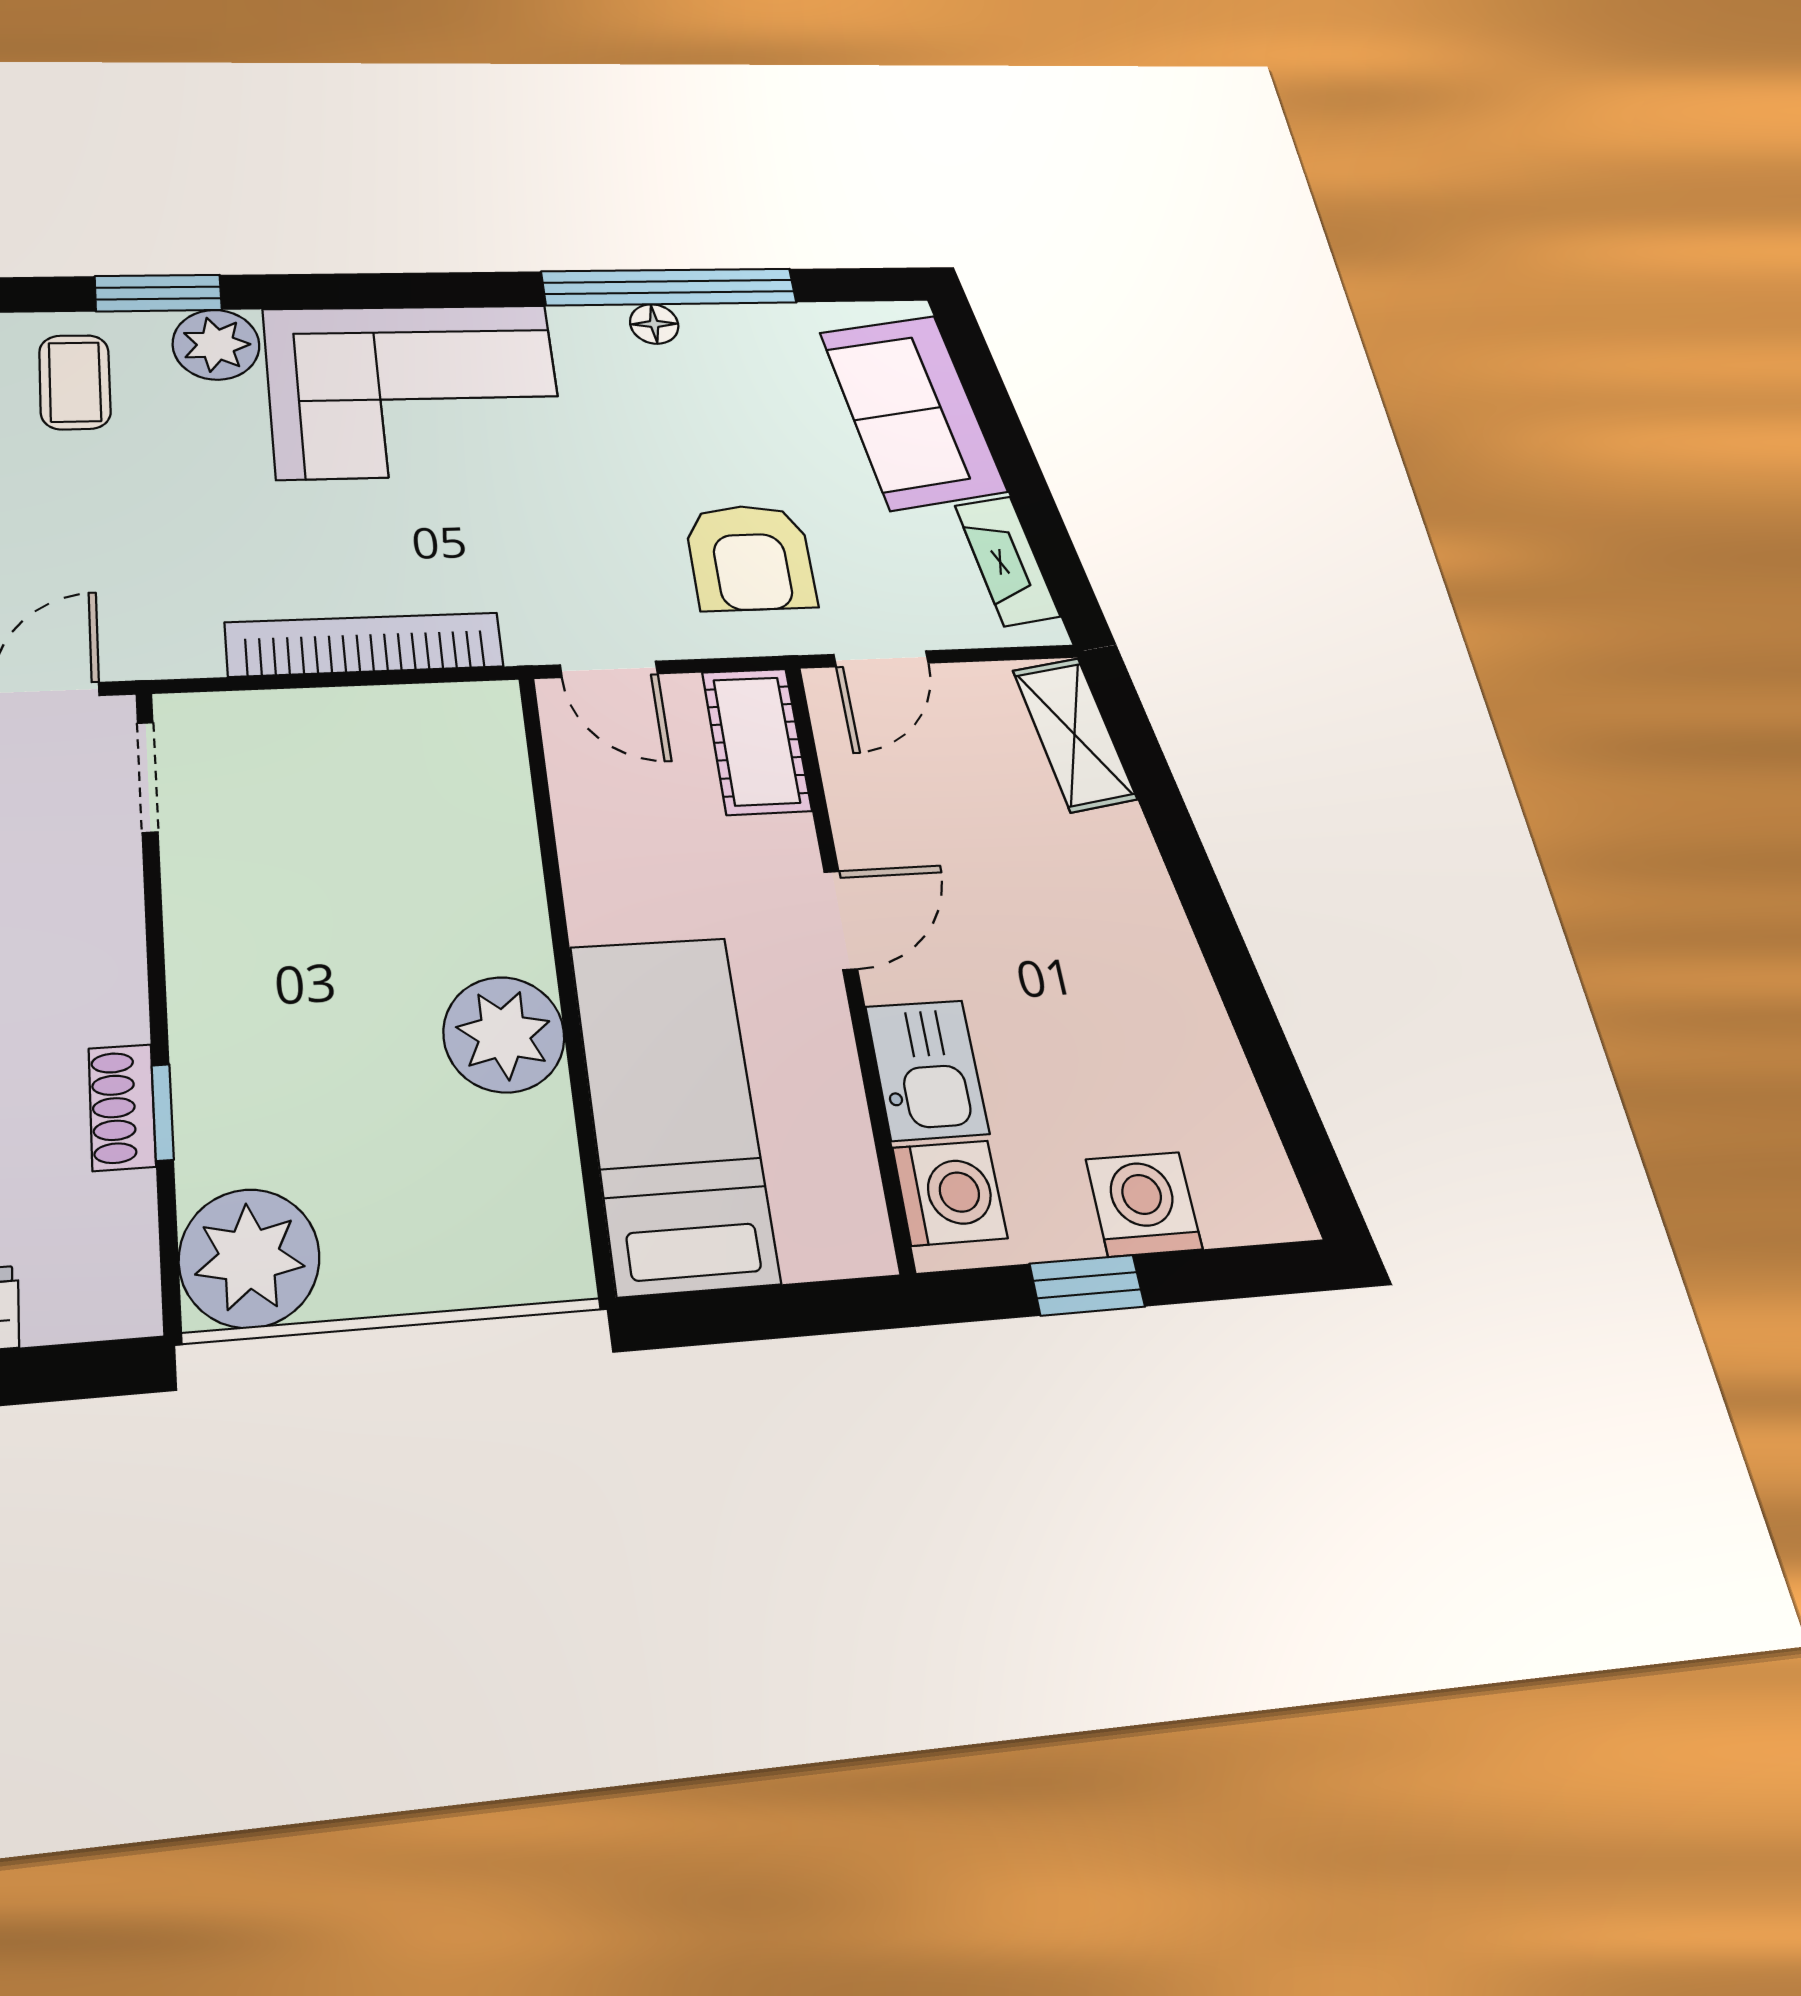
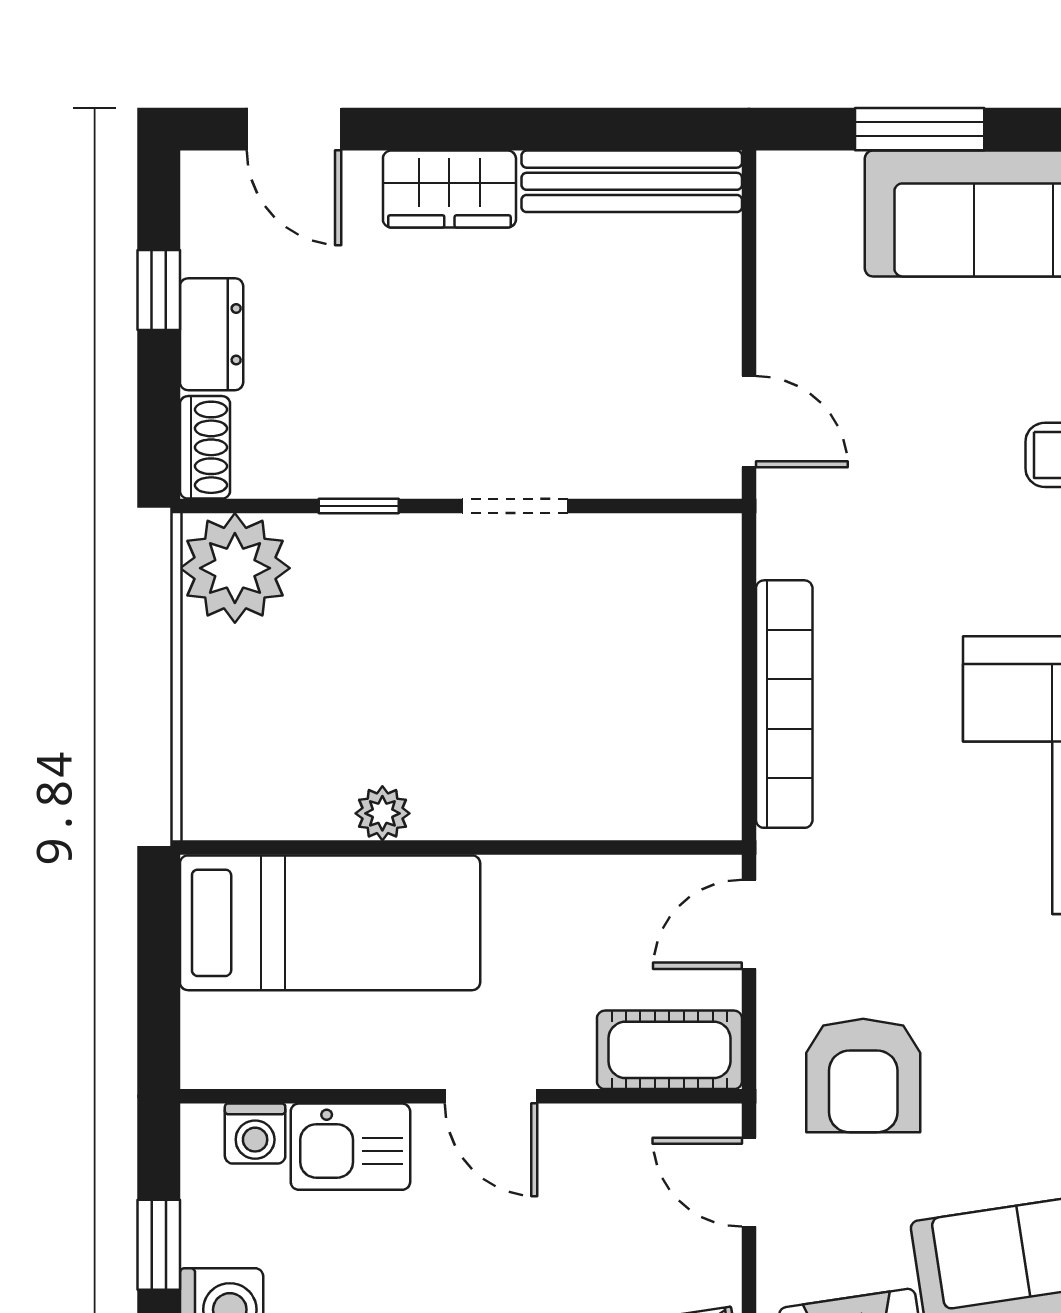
armchair: (750, 557) -> (863, 1076), turned -90
doorway: (148, 777) -> (515, 506), moved
plant: (504, 1034) -> (382, 813), width x0.53, depth x0.53
shoe rack: (122, 1107) -> (205, 447), moved, turned 90
washing machine: (950, 1193) -> (255, 1134), width x0.73, depth x0.73

